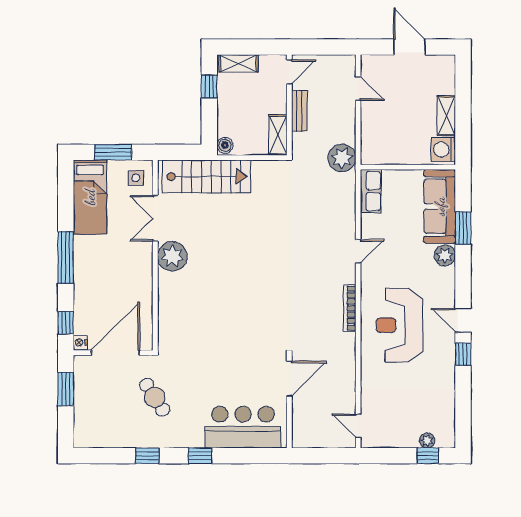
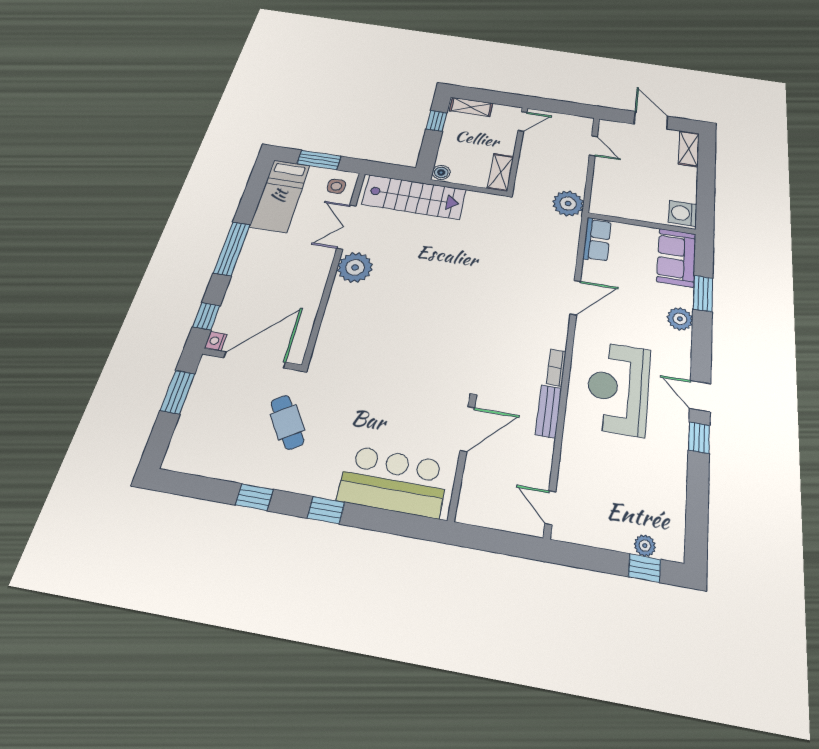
bench: (299, 111) -> (548, 411), moved
shelving: (446, 116) -> (689, 149), moved
sofa: (440, 206) -> (676, 257), width x0.73
door: (358, 251) -> (575, 297), width x1.37
bookcase: (350, 308) -> (556, 368), width x0.64

